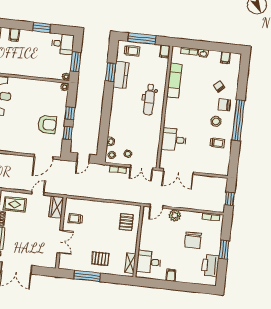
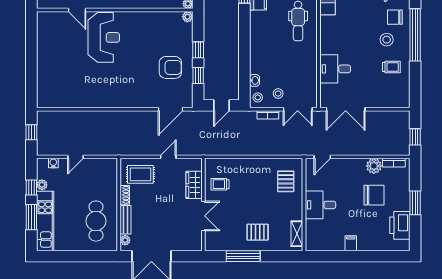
wardrobe: (56, 207) -> (194, 185), moved
plant: (175, 215) -> (374, 166), moved
chair: (193, 240) -> (374, 195), turned -90
desk: (149, 262) -> (320, 205), moved

